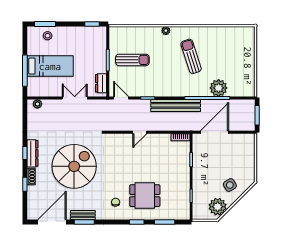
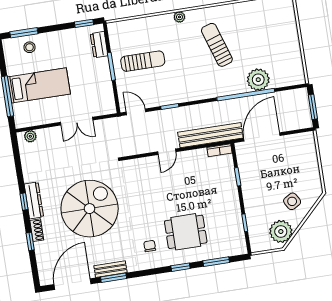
dresser: (101, 83) -> (99, 45), moved
double door: (75, 98) -> (77, 121), swing flipped
bench: (176, 105) -> (210, 135), moved

